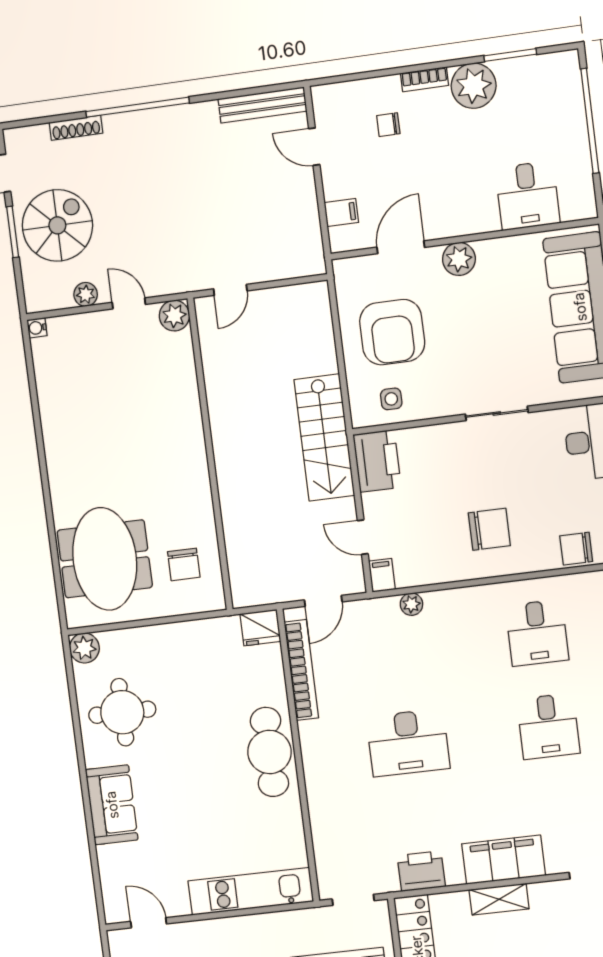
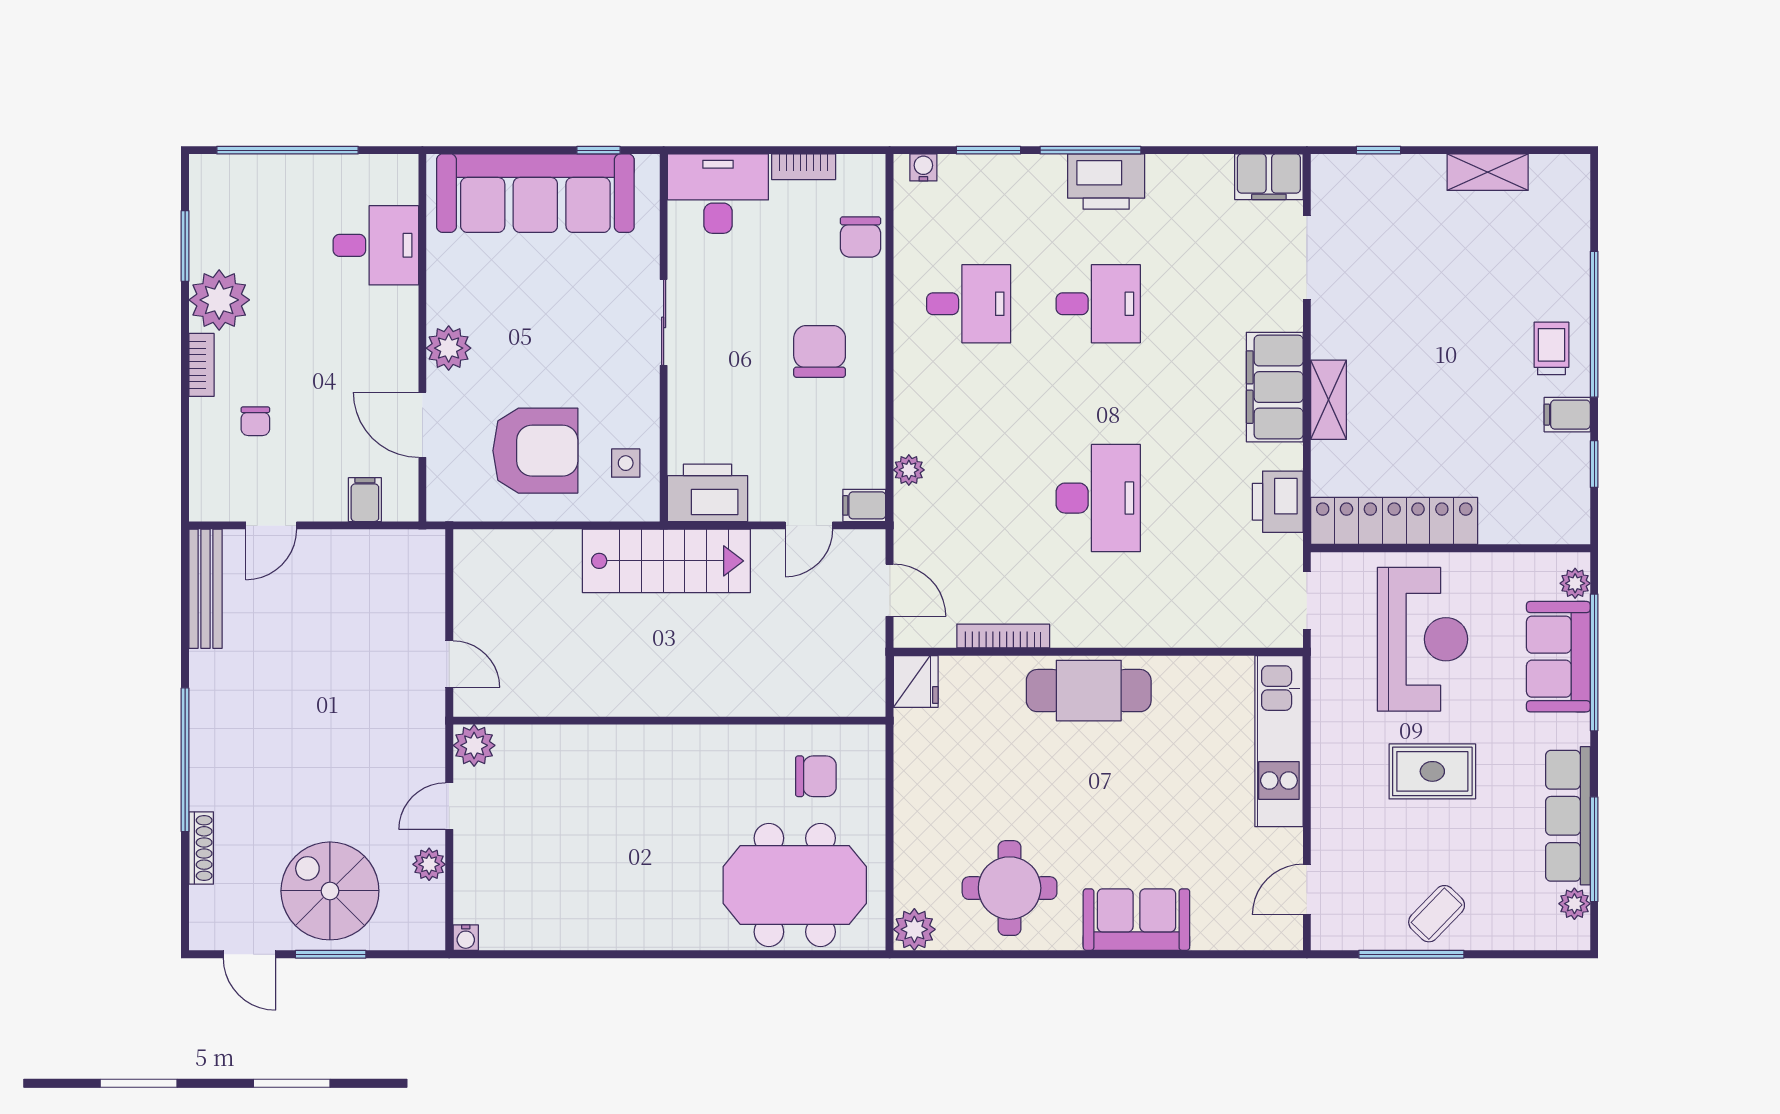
bookcase: (301, 670) -> (1003, 636), width x0.68, depth x0.76

